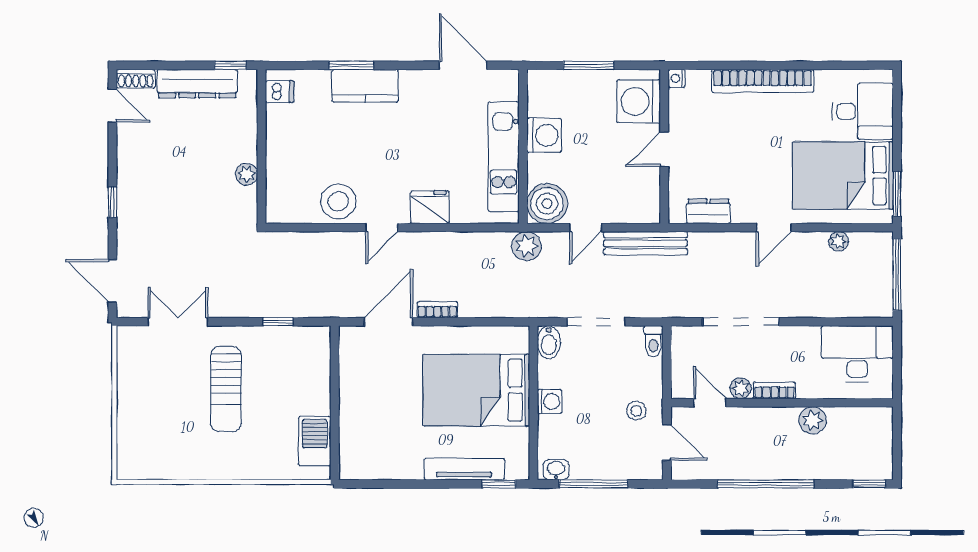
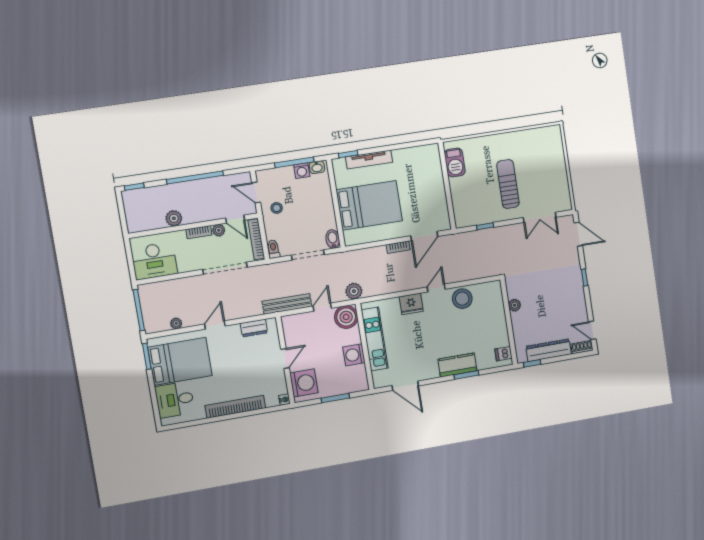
bookcase: (680, 363) -> (256, 239), added
washing machine: (550, 401) -> (302, 171), moved, turned -90

